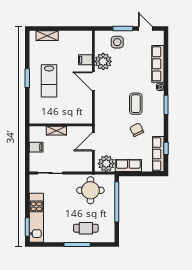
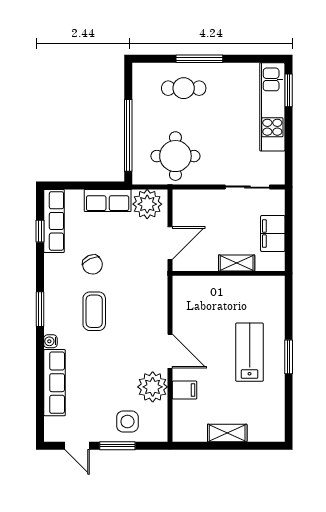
shelving: (47, 36) -> (227, 433), moved
filing cabinet: (36, 147) -> (273, 234), width x2.00

